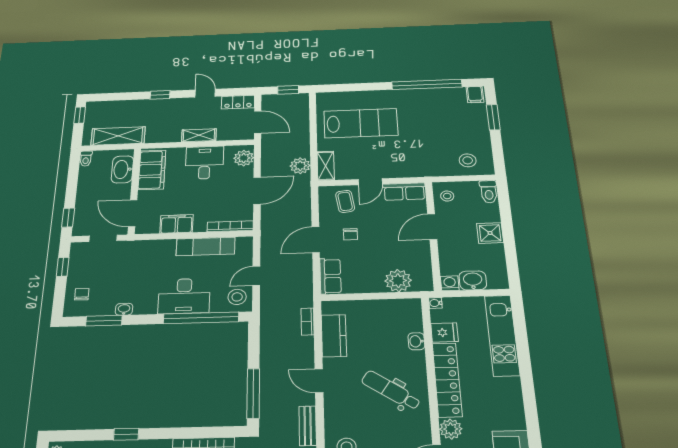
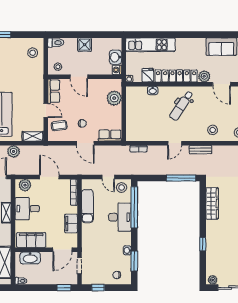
plant: (300, 166) -> (14, 151), moved
kitchen counter: (334, 336) -> (148, 135), removed

